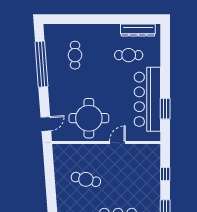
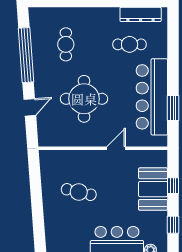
round table: (89, 118) -> (84, 99), moved
door: (46, 124) -> (30, 107), moved
booth: (148, 177) -> (153, 189), added

